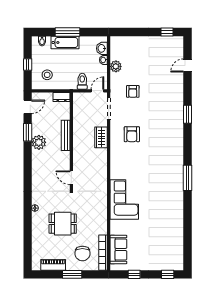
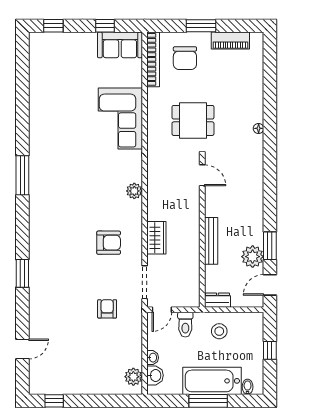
bathtub: (65, 43) -> (212, 381), width x1.36, depth x1.36
plant: (116, 66) -> (133, 377), moved
stool: (47, 75) -> (219, 331), moved
armchair: (132, 134) -> (109, 243), turned 90
plant: (39, 142) -> (253, 257), moved
plant: (115, 168) -> (134, 191), added
corner sofa: (124, 199) -> (120, 119), moved
dining table: (63, 224) -> (193, 120), moved
sofa: (118, 249) -> (120, 45), moved, turned -90
chair: (82, 253) -> (185, 58), turned 180

